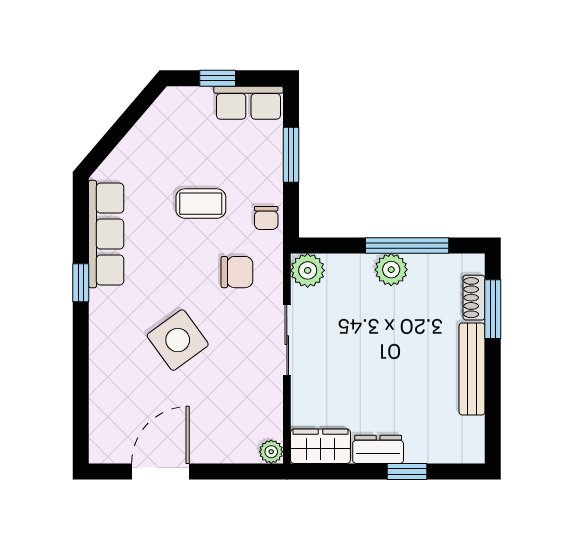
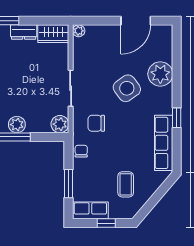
coffee table: (201, 204) -> (126, 184), moved, turned 90
plant: (113, 368) -> (160, 74), added

